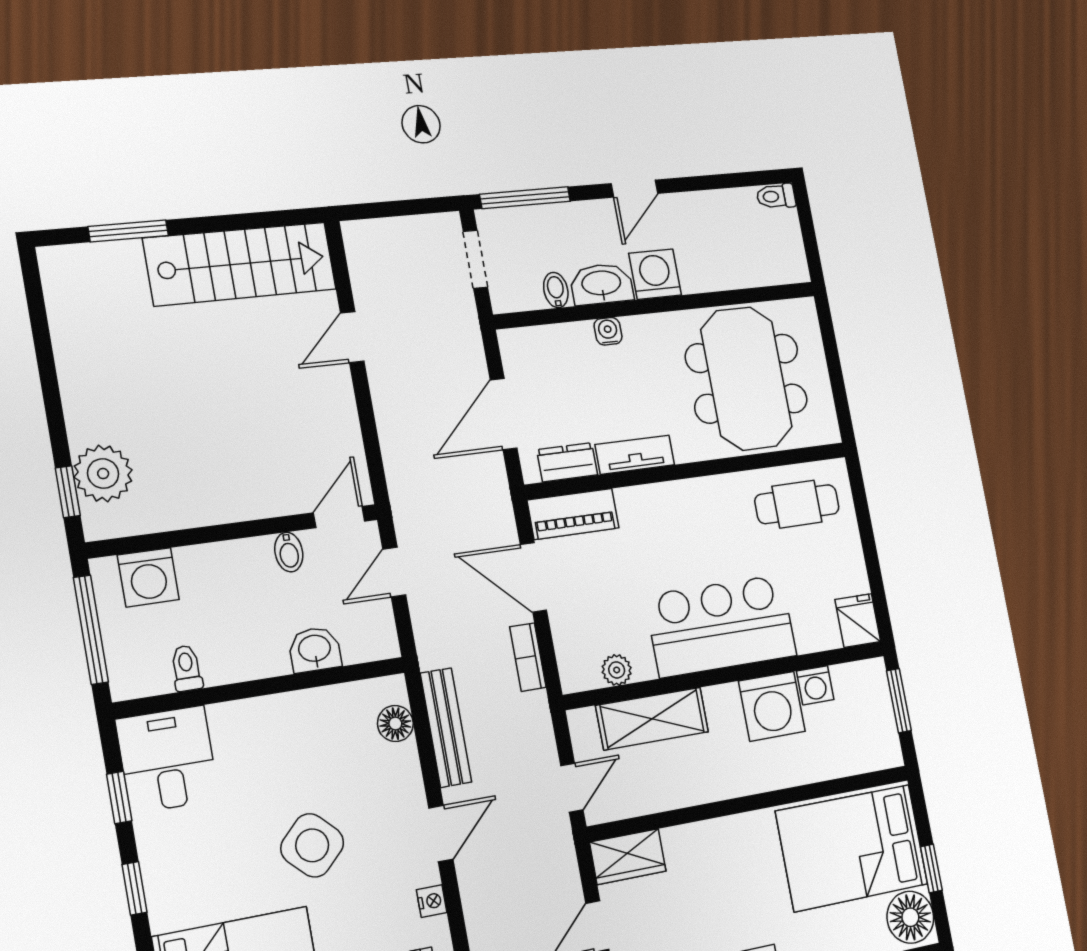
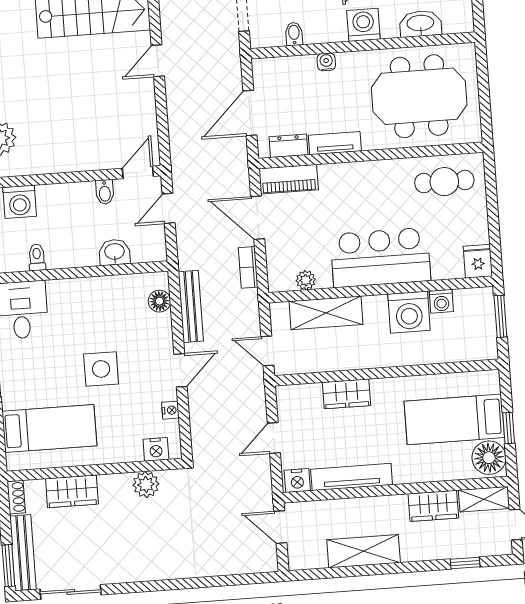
washbasin: (602, 284) -> (420, 24), moved
meeting table: (746, 378) -> (419, 96), turned 90
door: (572, 788) -> (267, 351), swing flipped
side table: (312, 845) -> (101, 369), turned 45
bed: (852, 848) -> (454, 419), width x0.67
wardrobe: (628, 857) -> (346, 394), moved

